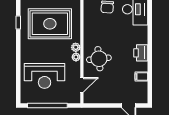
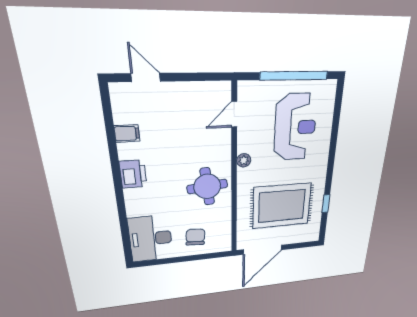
plant: (76, 47) -> (244, 175), removed
round table: (99, 59) -> (207, 186), moved
reception desk: (45, 76) -> (295, 127), turned 90

